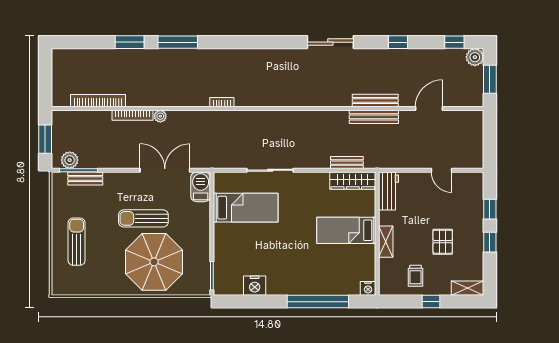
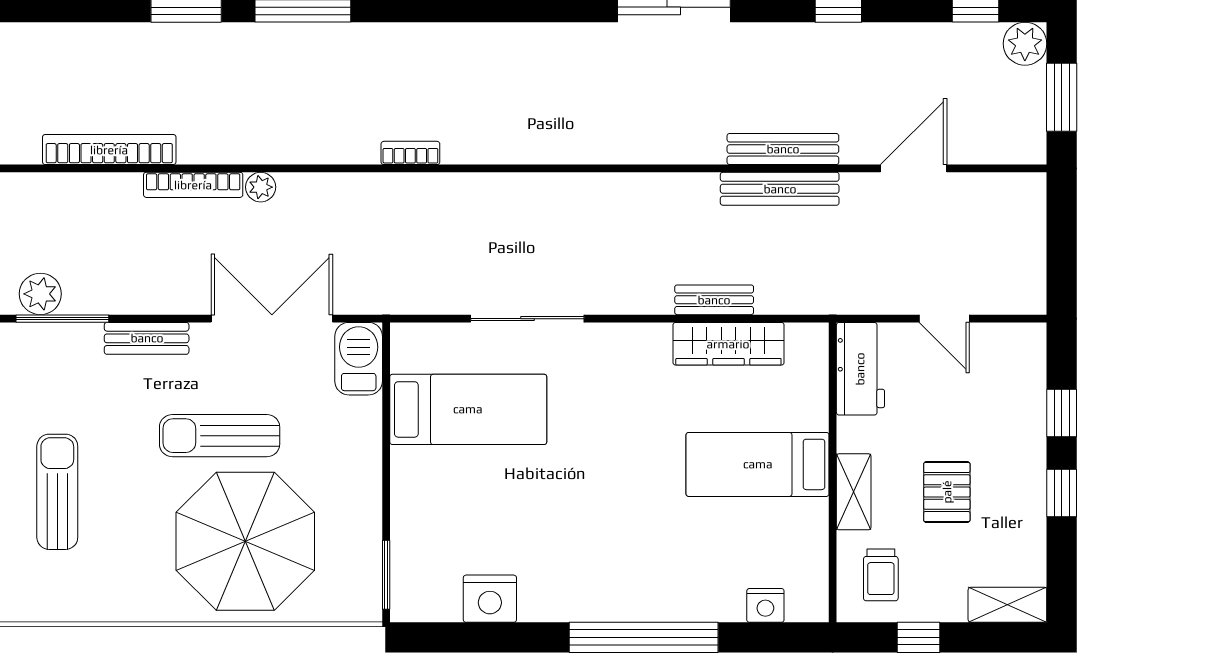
bench: (85, 178) -> (147, 338), moved
workbench: (389, 191) -> (860, 369), moved
bed: (346, 230) -> (758, 464), moved
wall: (377, 234) -> (833, 472), moved
shelving: (386, 242) -> (854, 492), moved

